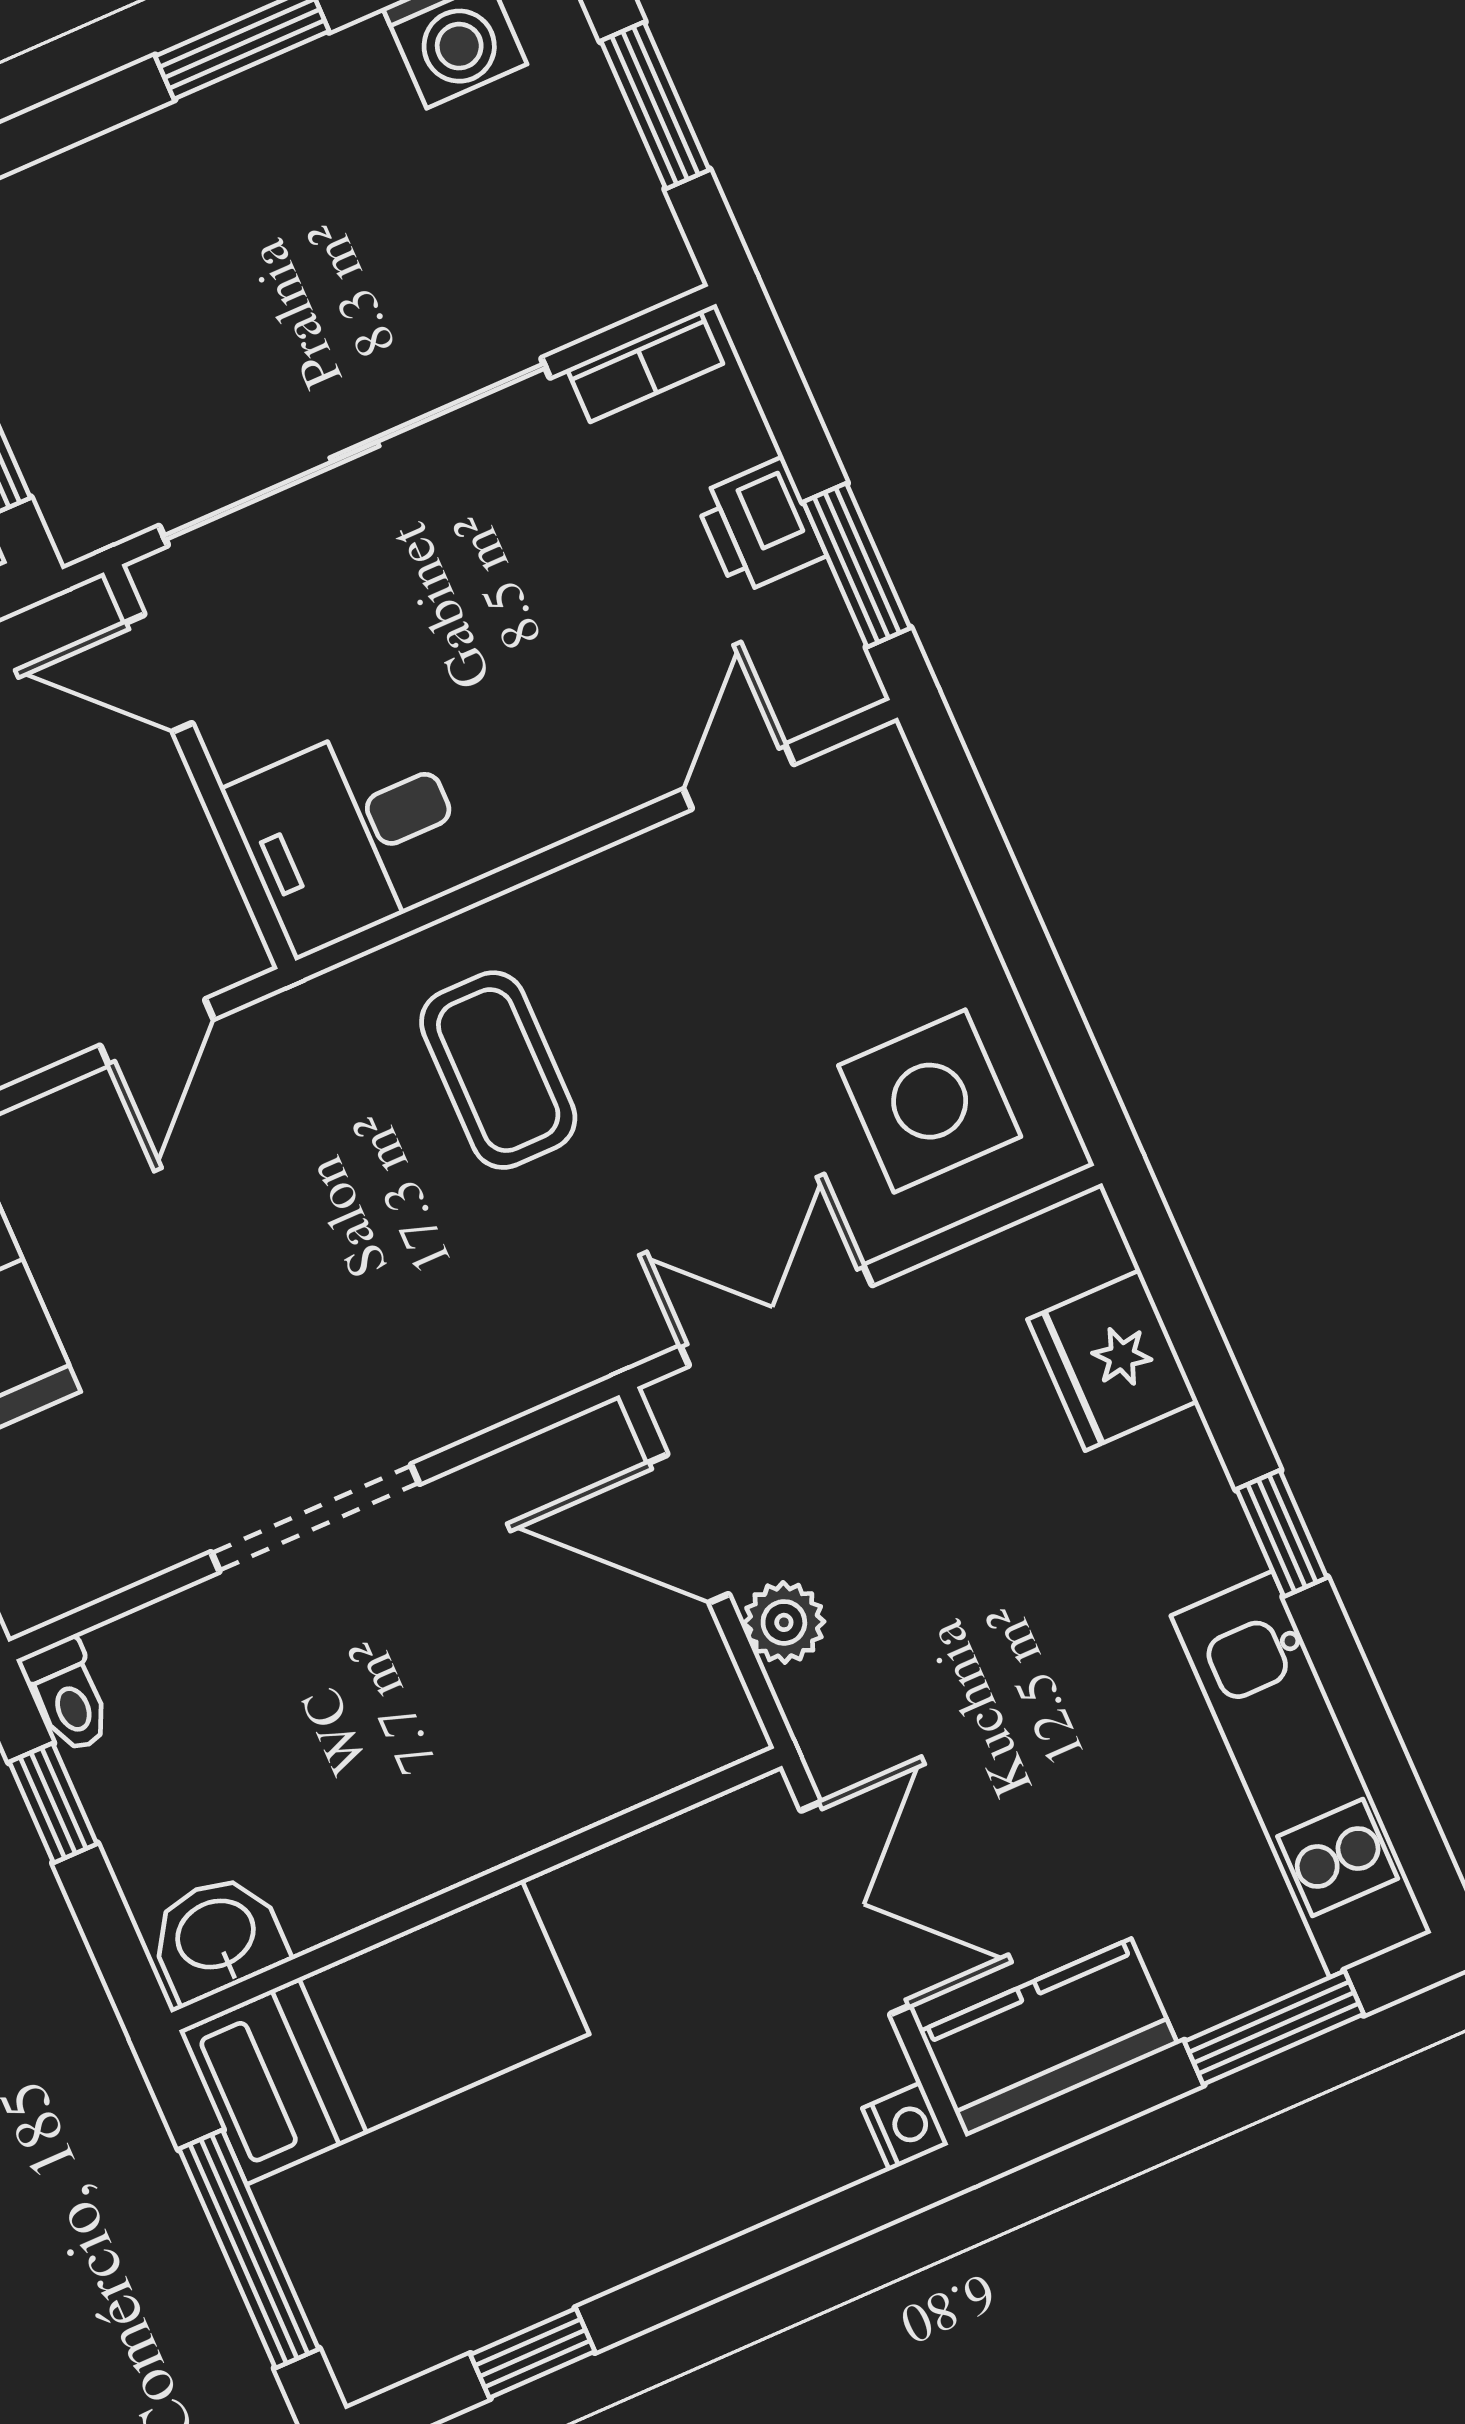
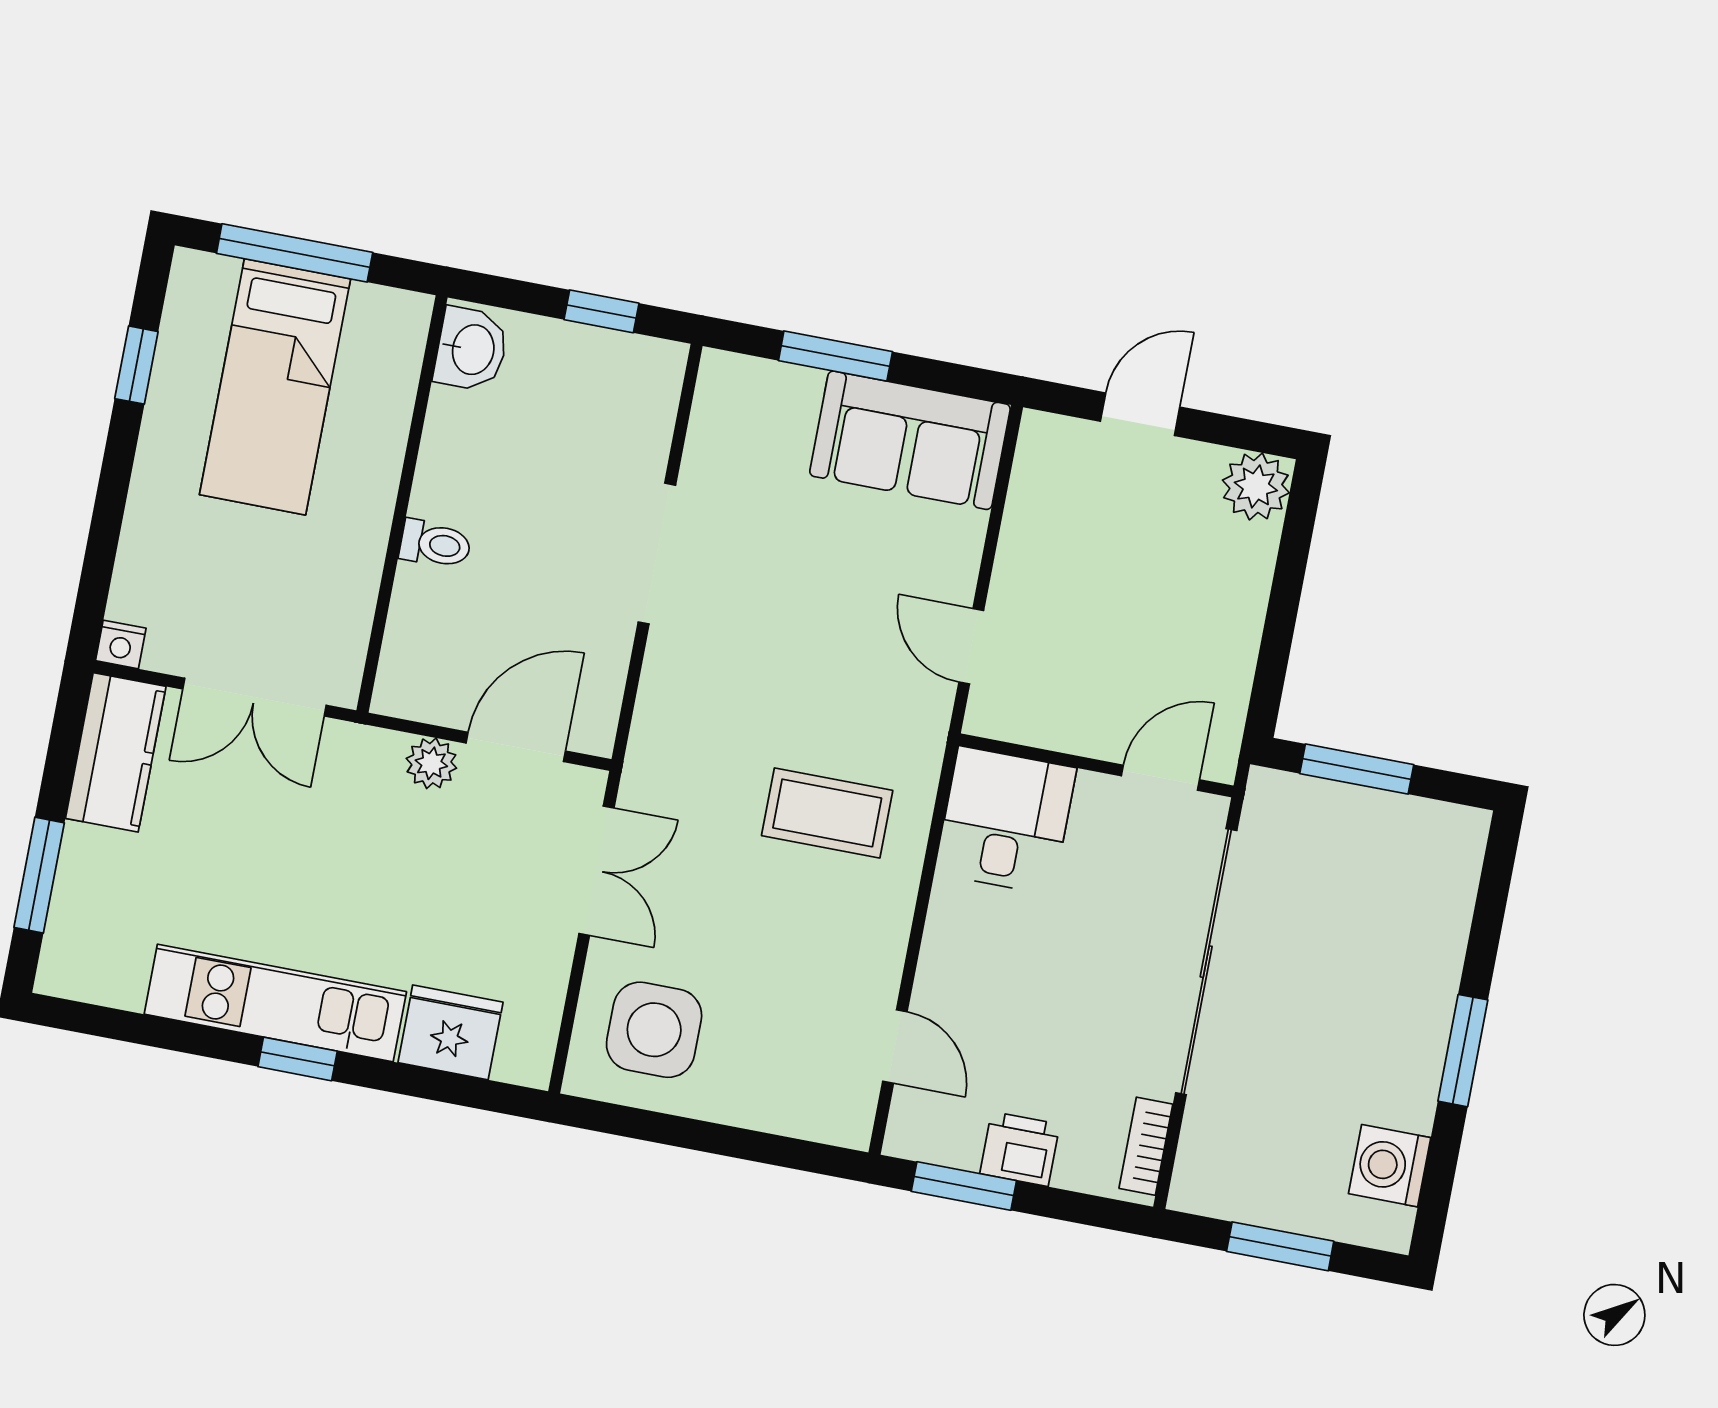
toilet: (67, 1695) -> (435, 544), moved, turned 180
kitchen unit: (1301, 1774) -> (275, 1003), moved
bed: (384, 2032) -> (275, 387), moved

